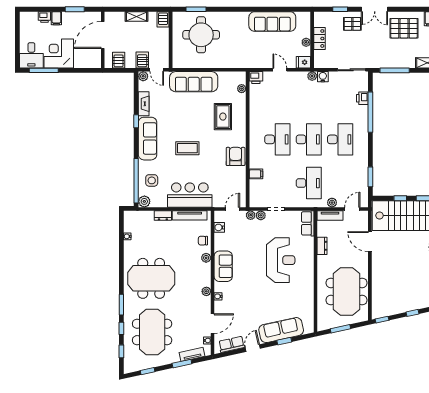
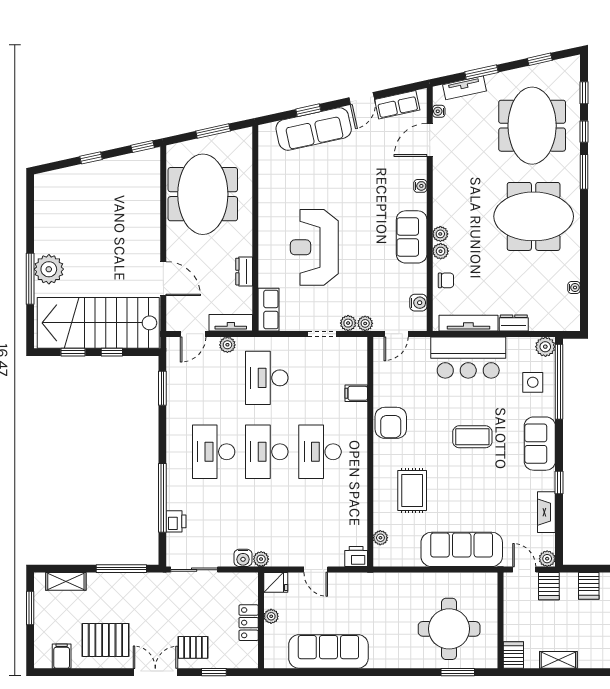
sofa: (148, 139) -> (540, 444), width x0.73
plant: (206, 291) -> (440, 234), moved

